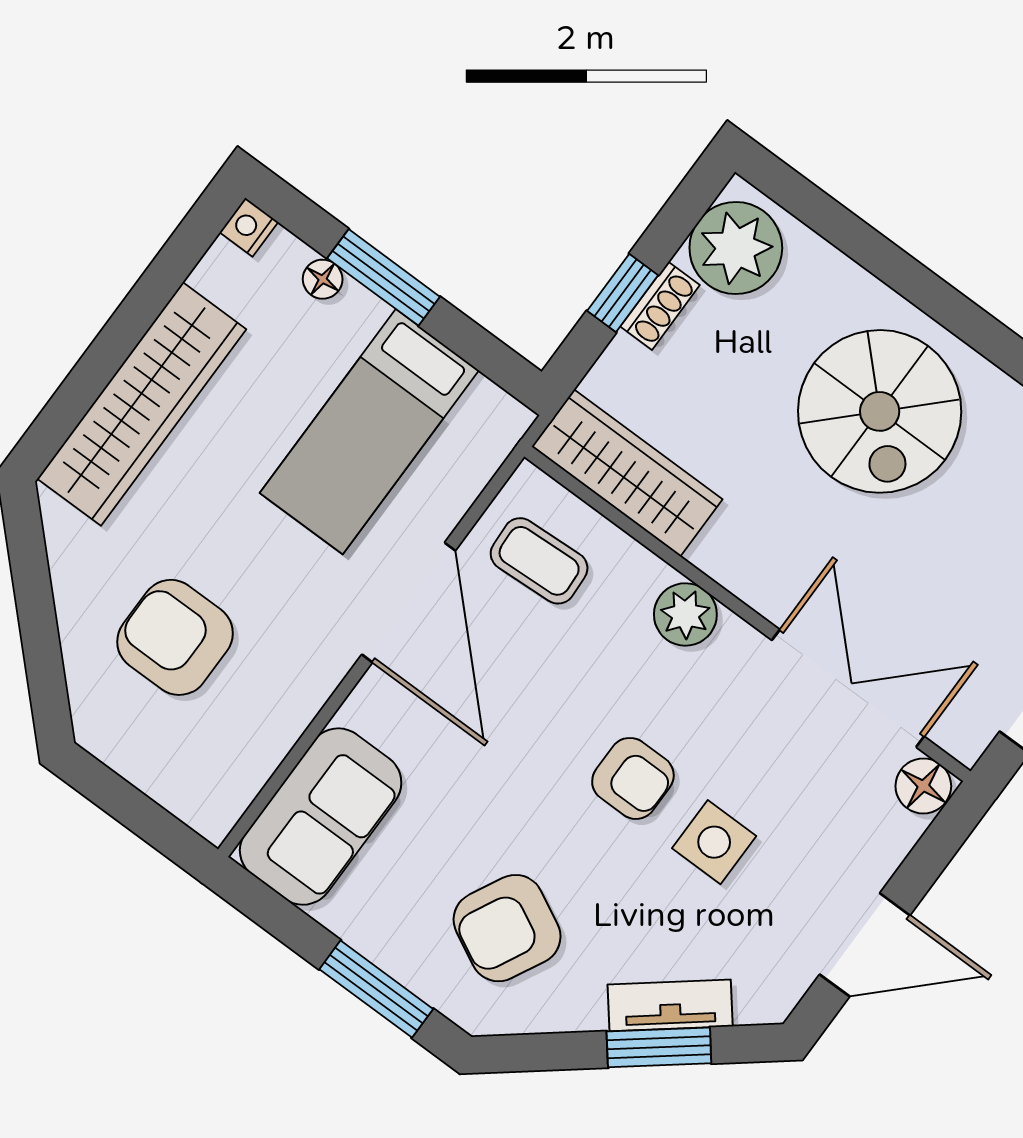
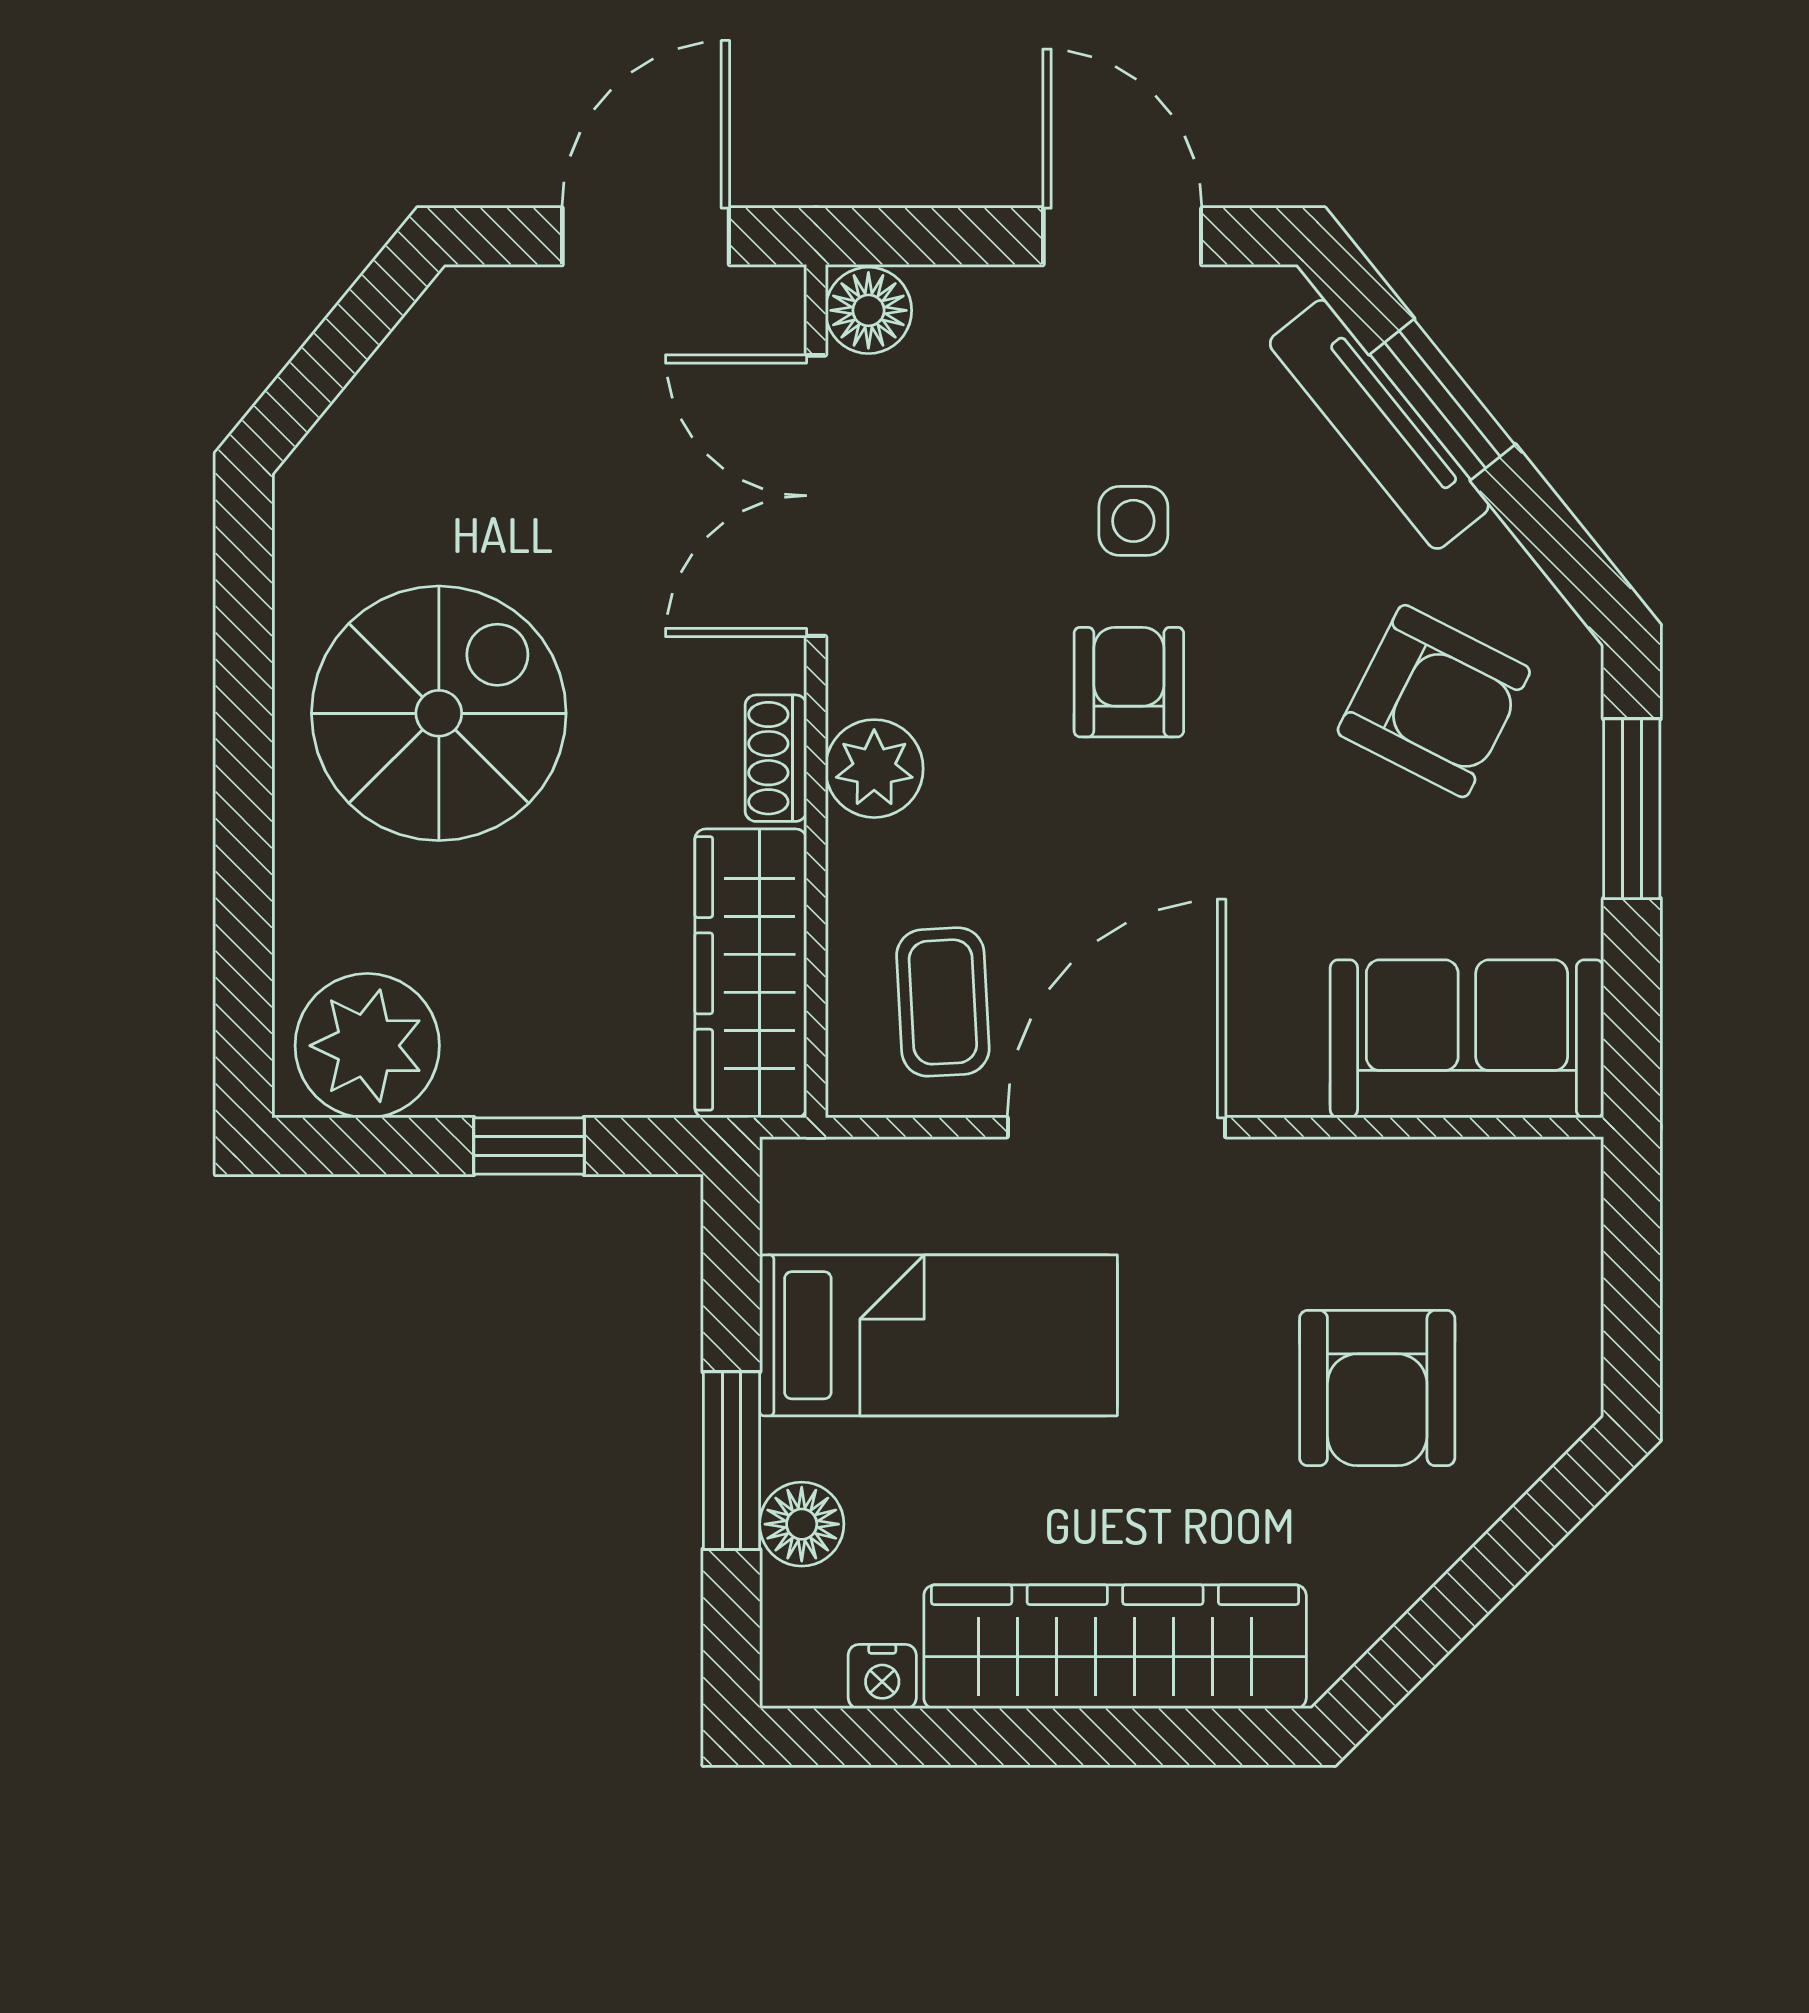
nightstand: (249, 227) -> (882, 1677), moved
floor lamp: (323, 279) -> (802, 1524), width x1.37, depth x1.37
shoe rack: (660, 306) -> (776, 758), moved, turned -90
side table: (714, 842) -> (1133, 521), width x0.73, depth x0.73
tv unit: (670, 1005) -> (1379, 424), width x1.41

